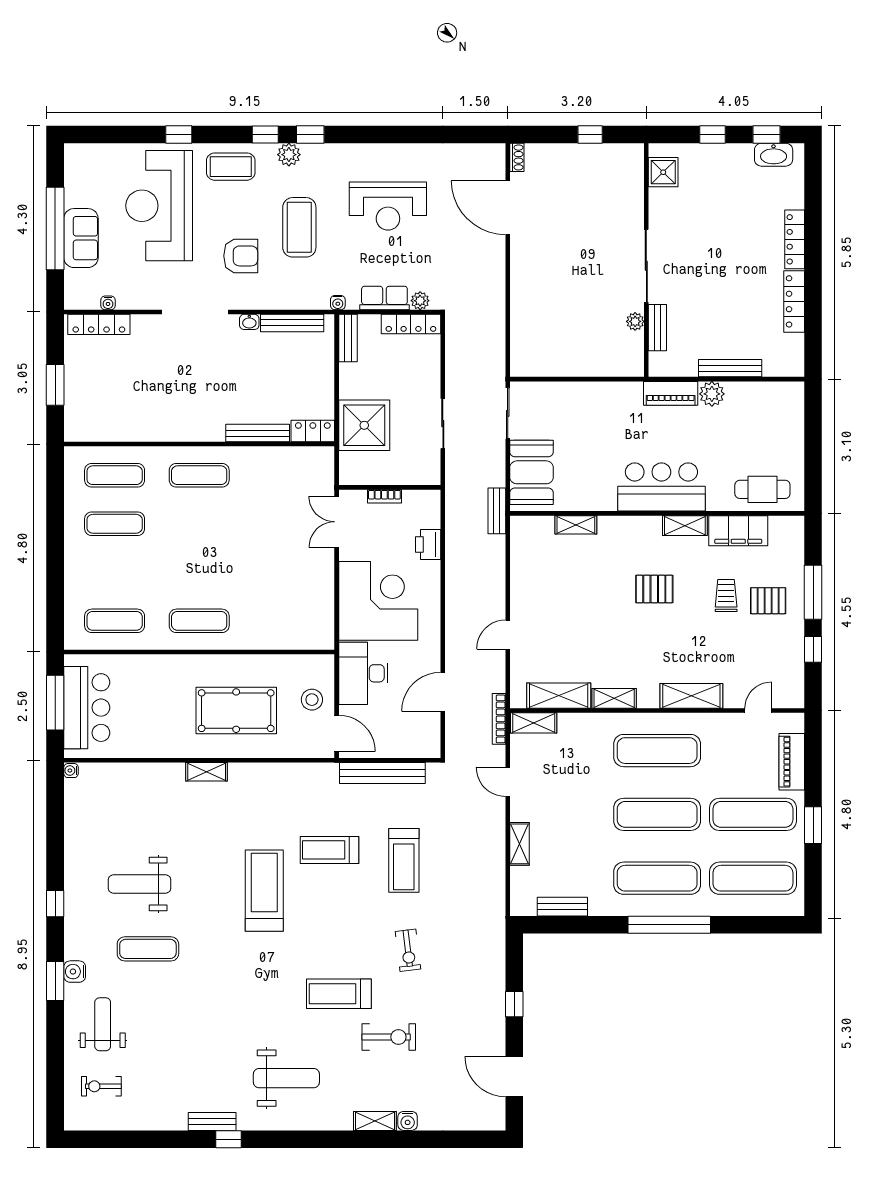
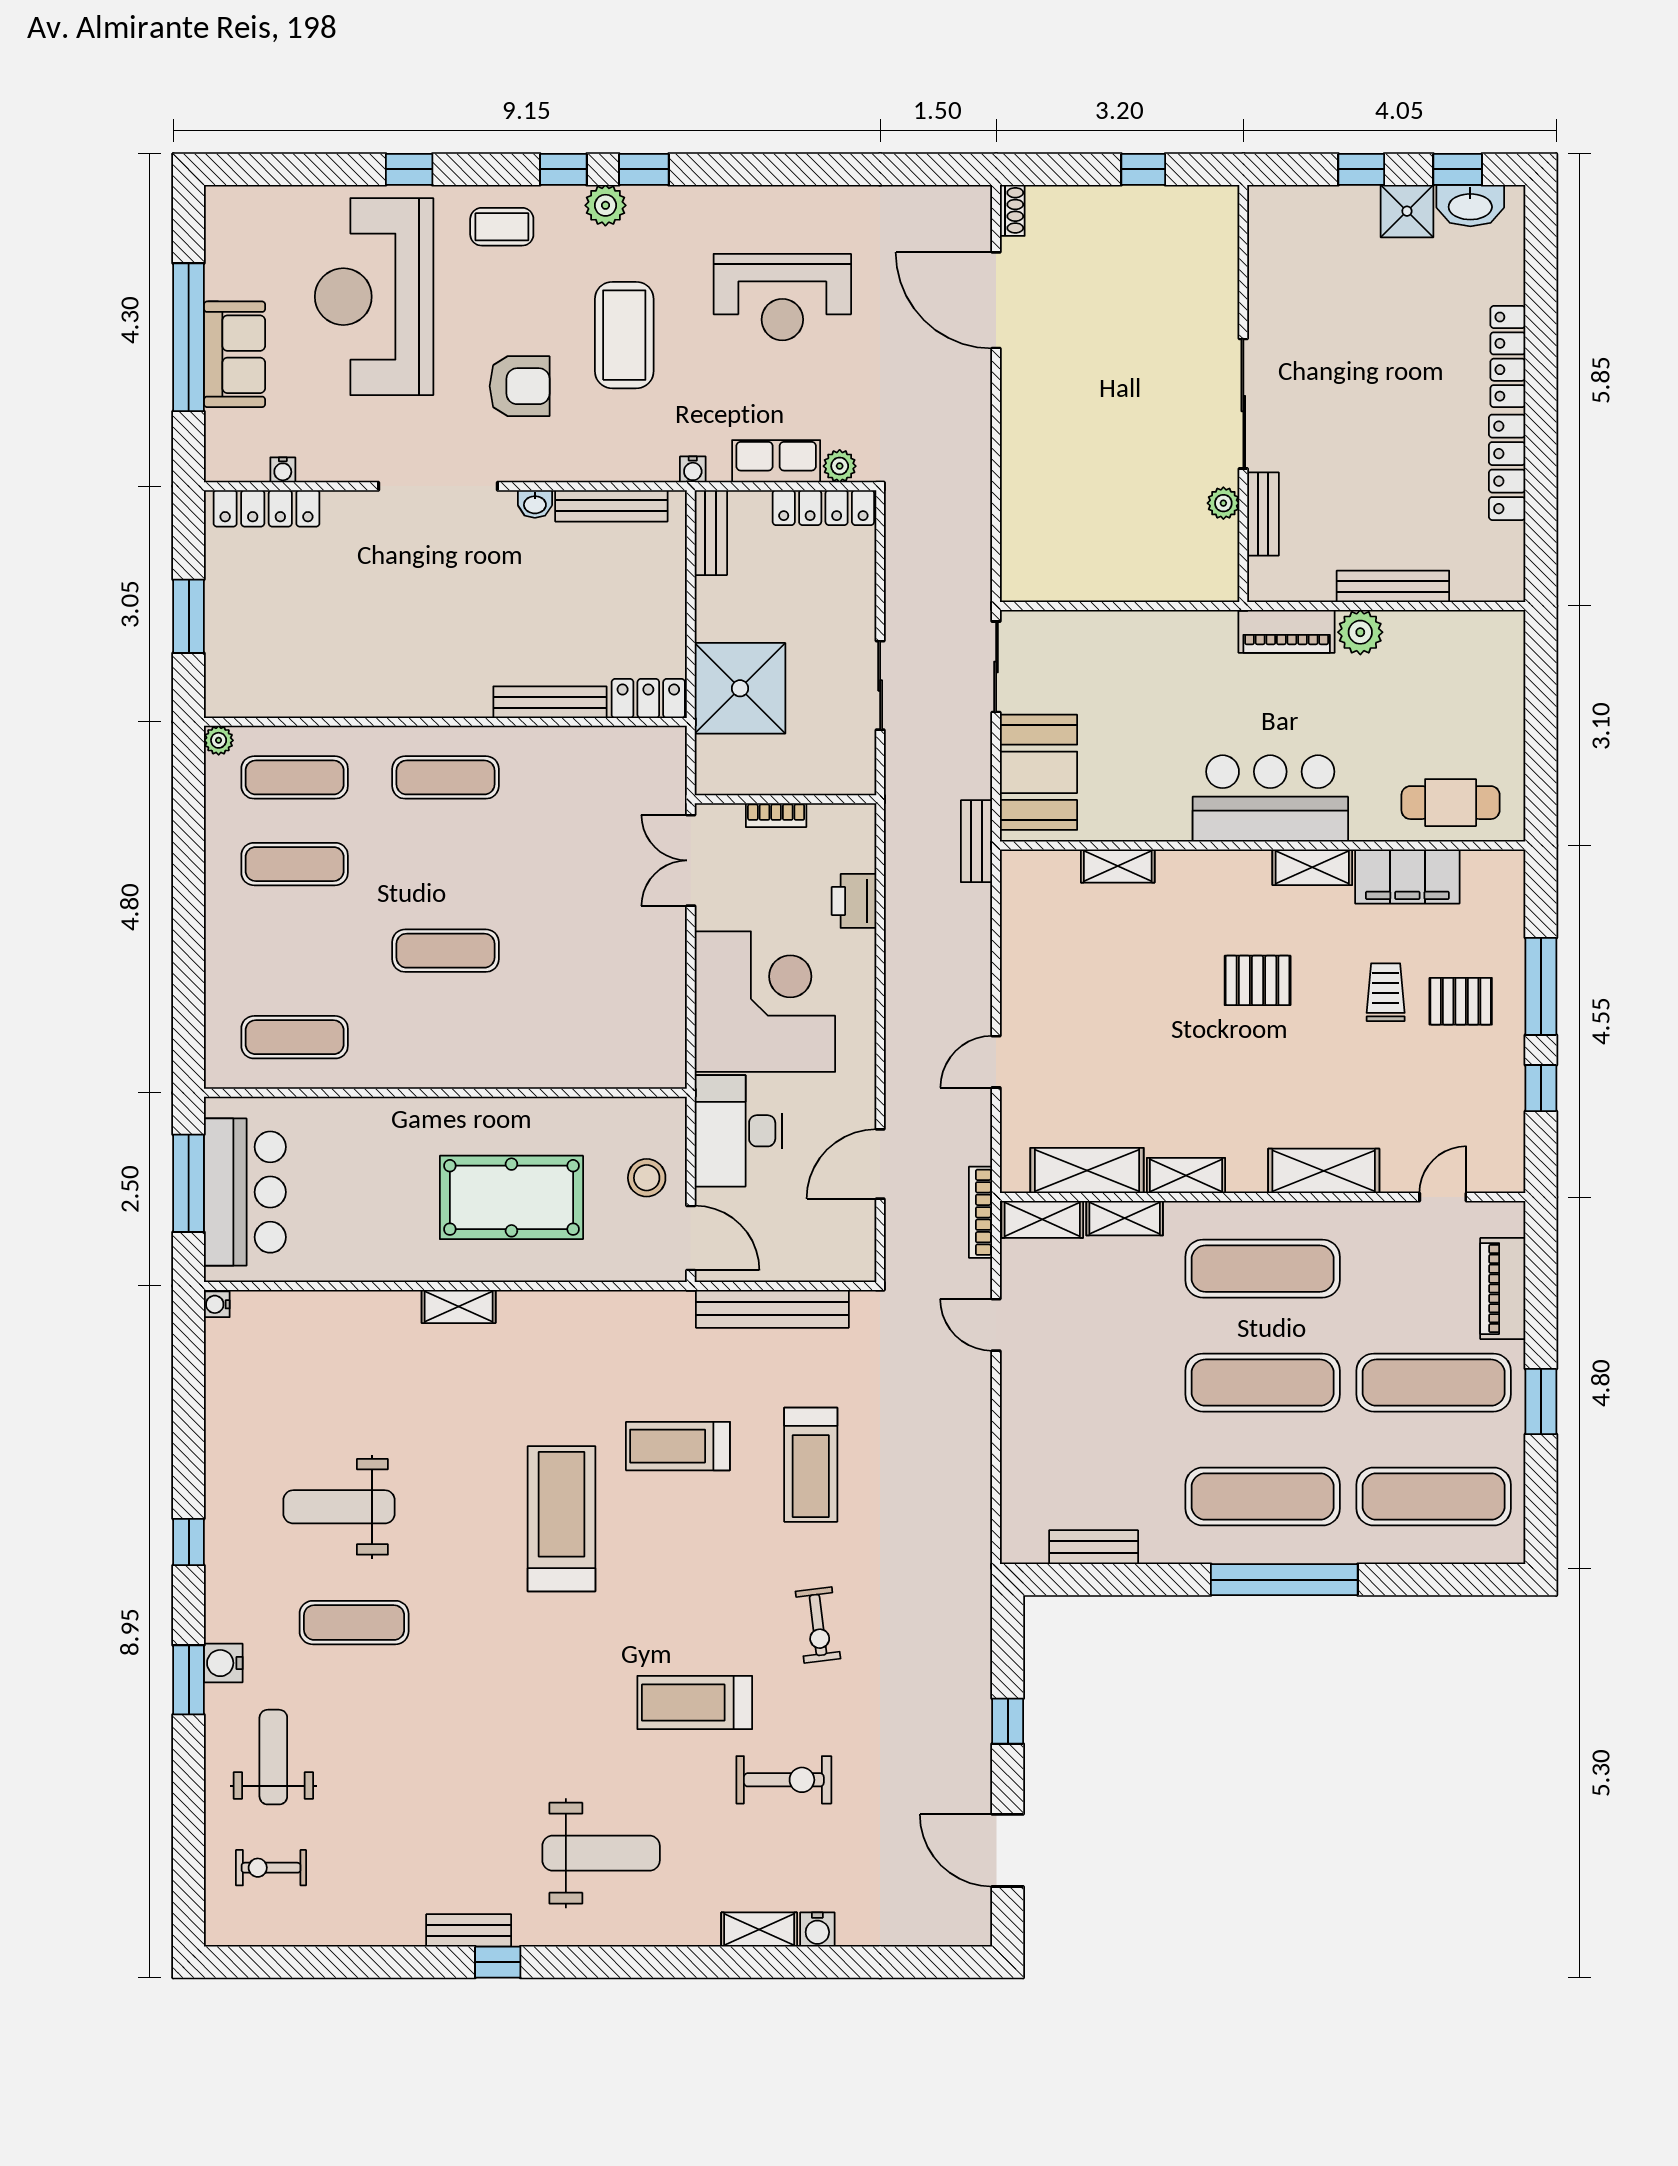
coffee table: (231, 167) -> (502, 227), width x0.73, depth x0.77
shower: (663, 172) -> (1407, 211), moved
plant: (72, 454) -> (219, 740), added
exercise mat: (199, 621) -> (445, 951), moved
shelving: (520, 844) -> (1125, 1218), moved, turned 90

